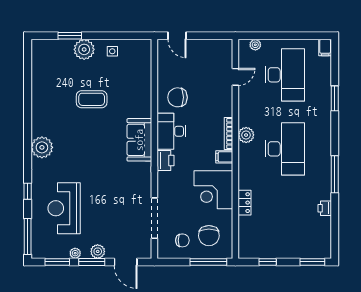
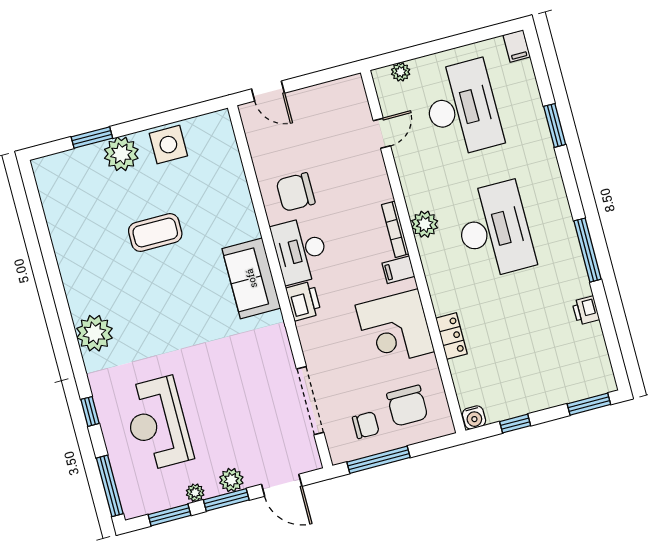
side table: (112, 51) -> (168, 145), width x1.87, depth x1.87
water cooler: (245, 252) -> (474, 417), added
window: (208, 262) -> (379, 460), moved

